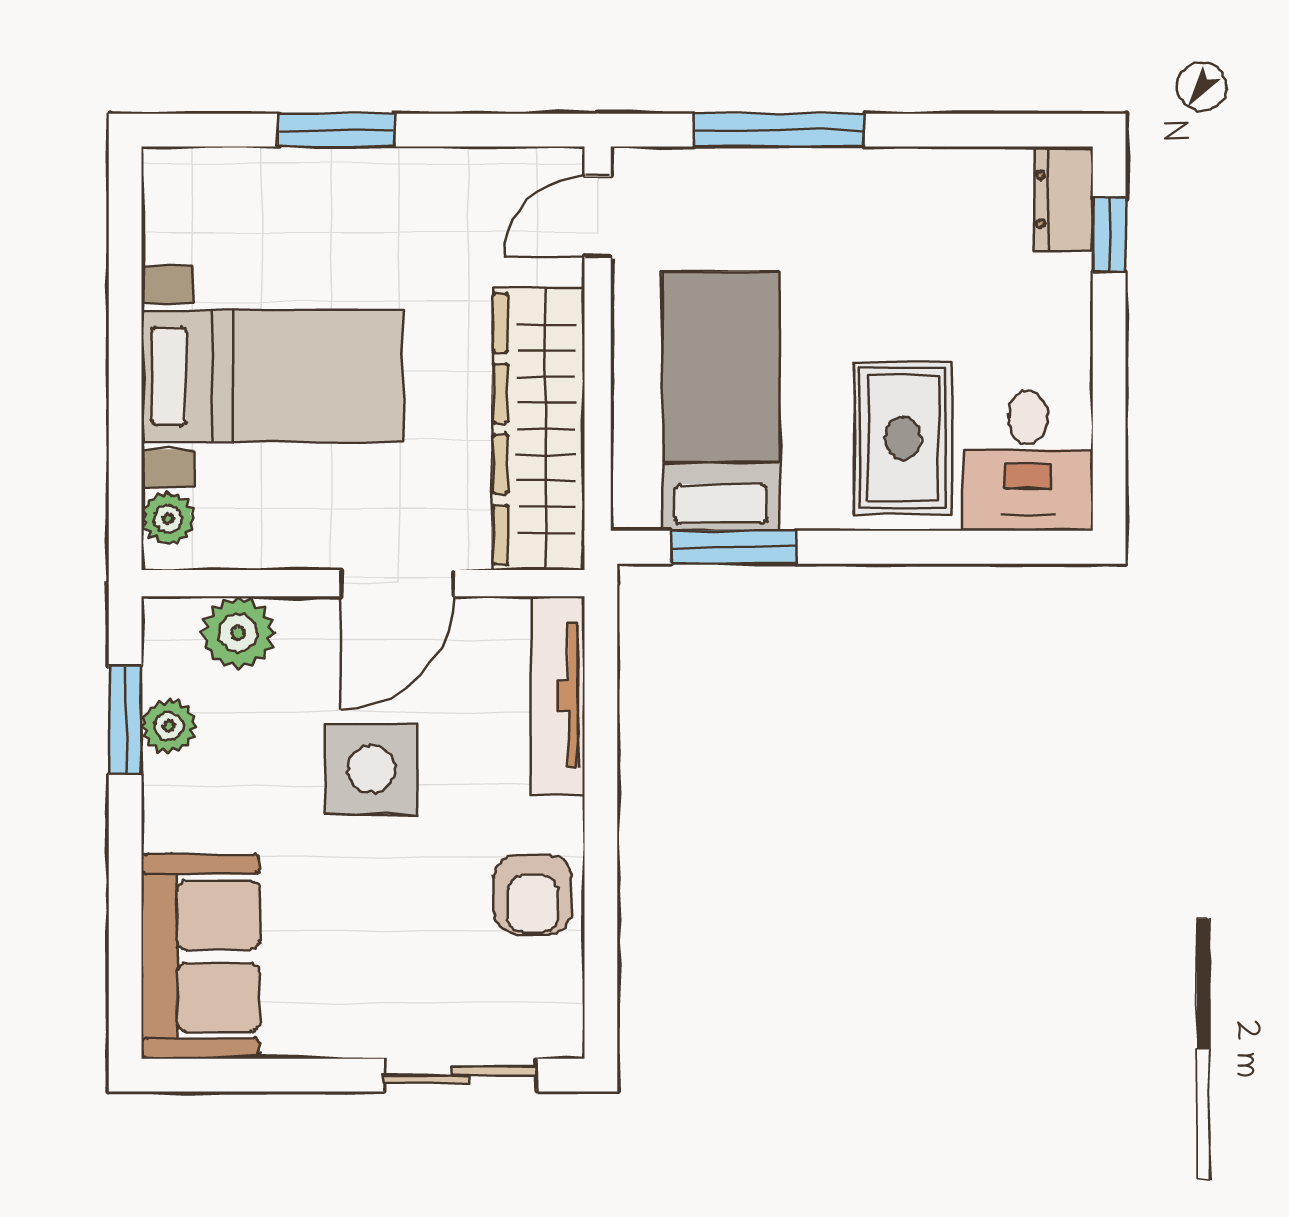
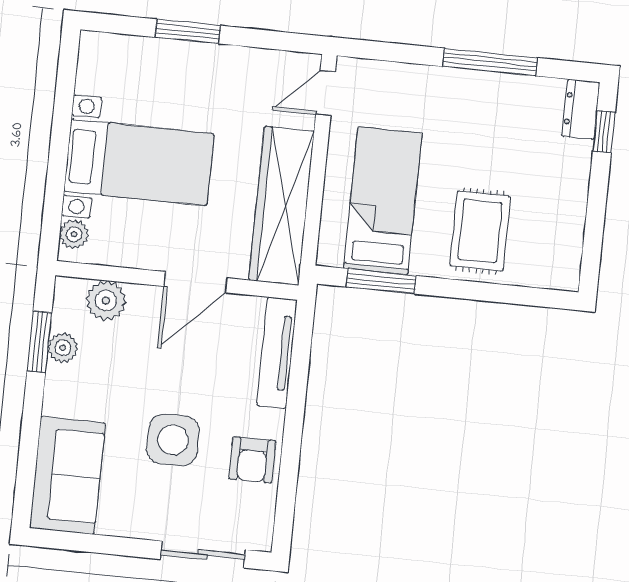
window: (779, 130) -> (490, 62), moved
desk: (1028, 461) -> (547, 250), removed
side table: (371, 769) -> (173, 440), moved

